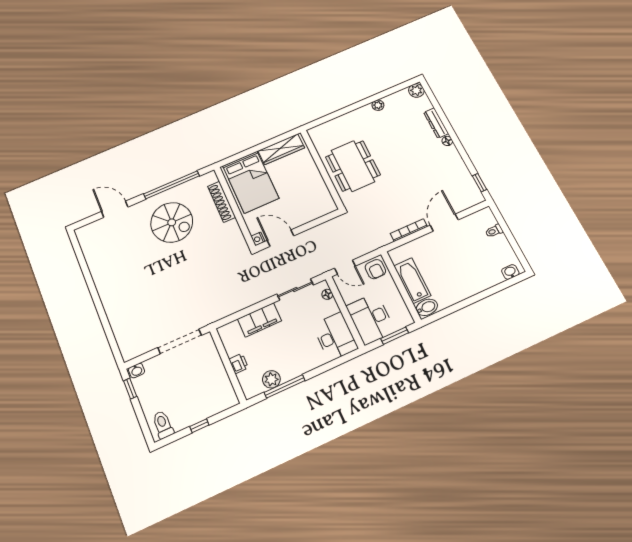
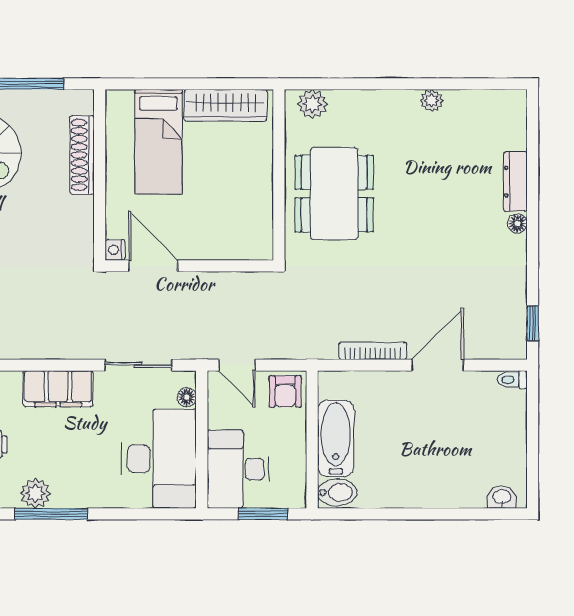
plant: (416, 90) -> (312, 104), moved
bed: (251, 182) -> (158, 142), width x0.67
toilet: (494, 231) -> (512, 380), moved
desk: (335, 337) -> (159, 459), width x1.36, depth x1.30

